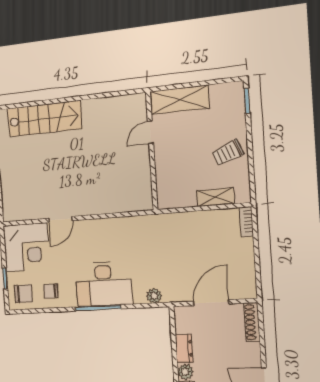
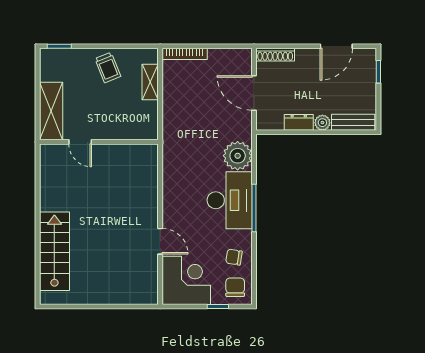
bookcase: (246, 222) -> (185, 54), width x1.56
chair: (51, 291) -> (234, 257), turned 99
plant: (154, 296) -> (238, 156), width x1.88, depth x1.88

